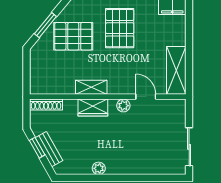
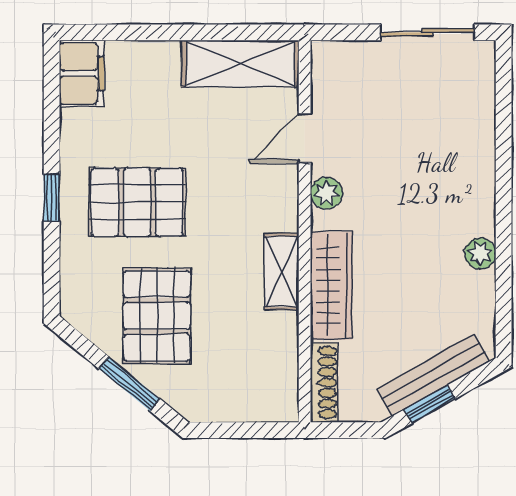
wardrobe: (93, 108) -> (331, 286), width x1.50
bench: (49, 149) -> (433, 375), width x1.36

